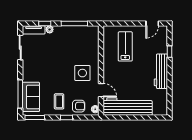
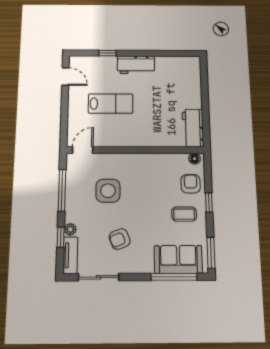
lab bench: (125, 46) -> (111, 104), moved, turned 180
armchair: (43, 60) -> (120, 239), added
workbench: (161, 71) -> (136, 65), width x0.73
side table: (82, 73) -> (108, 191), moved
door: (101, 90) -> (83, 150), moved
workbench: (128, 107) -> (193, 128), width x0.53, depth x0.76

